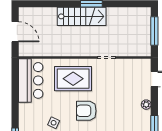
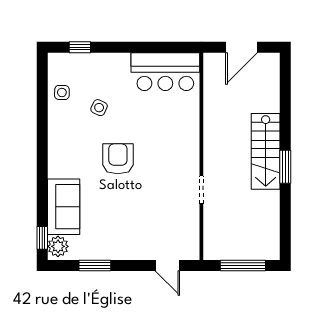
rug: (73, 79) -> (168, 138), removed
plant: (146, 105) -> (128, 253), removed

